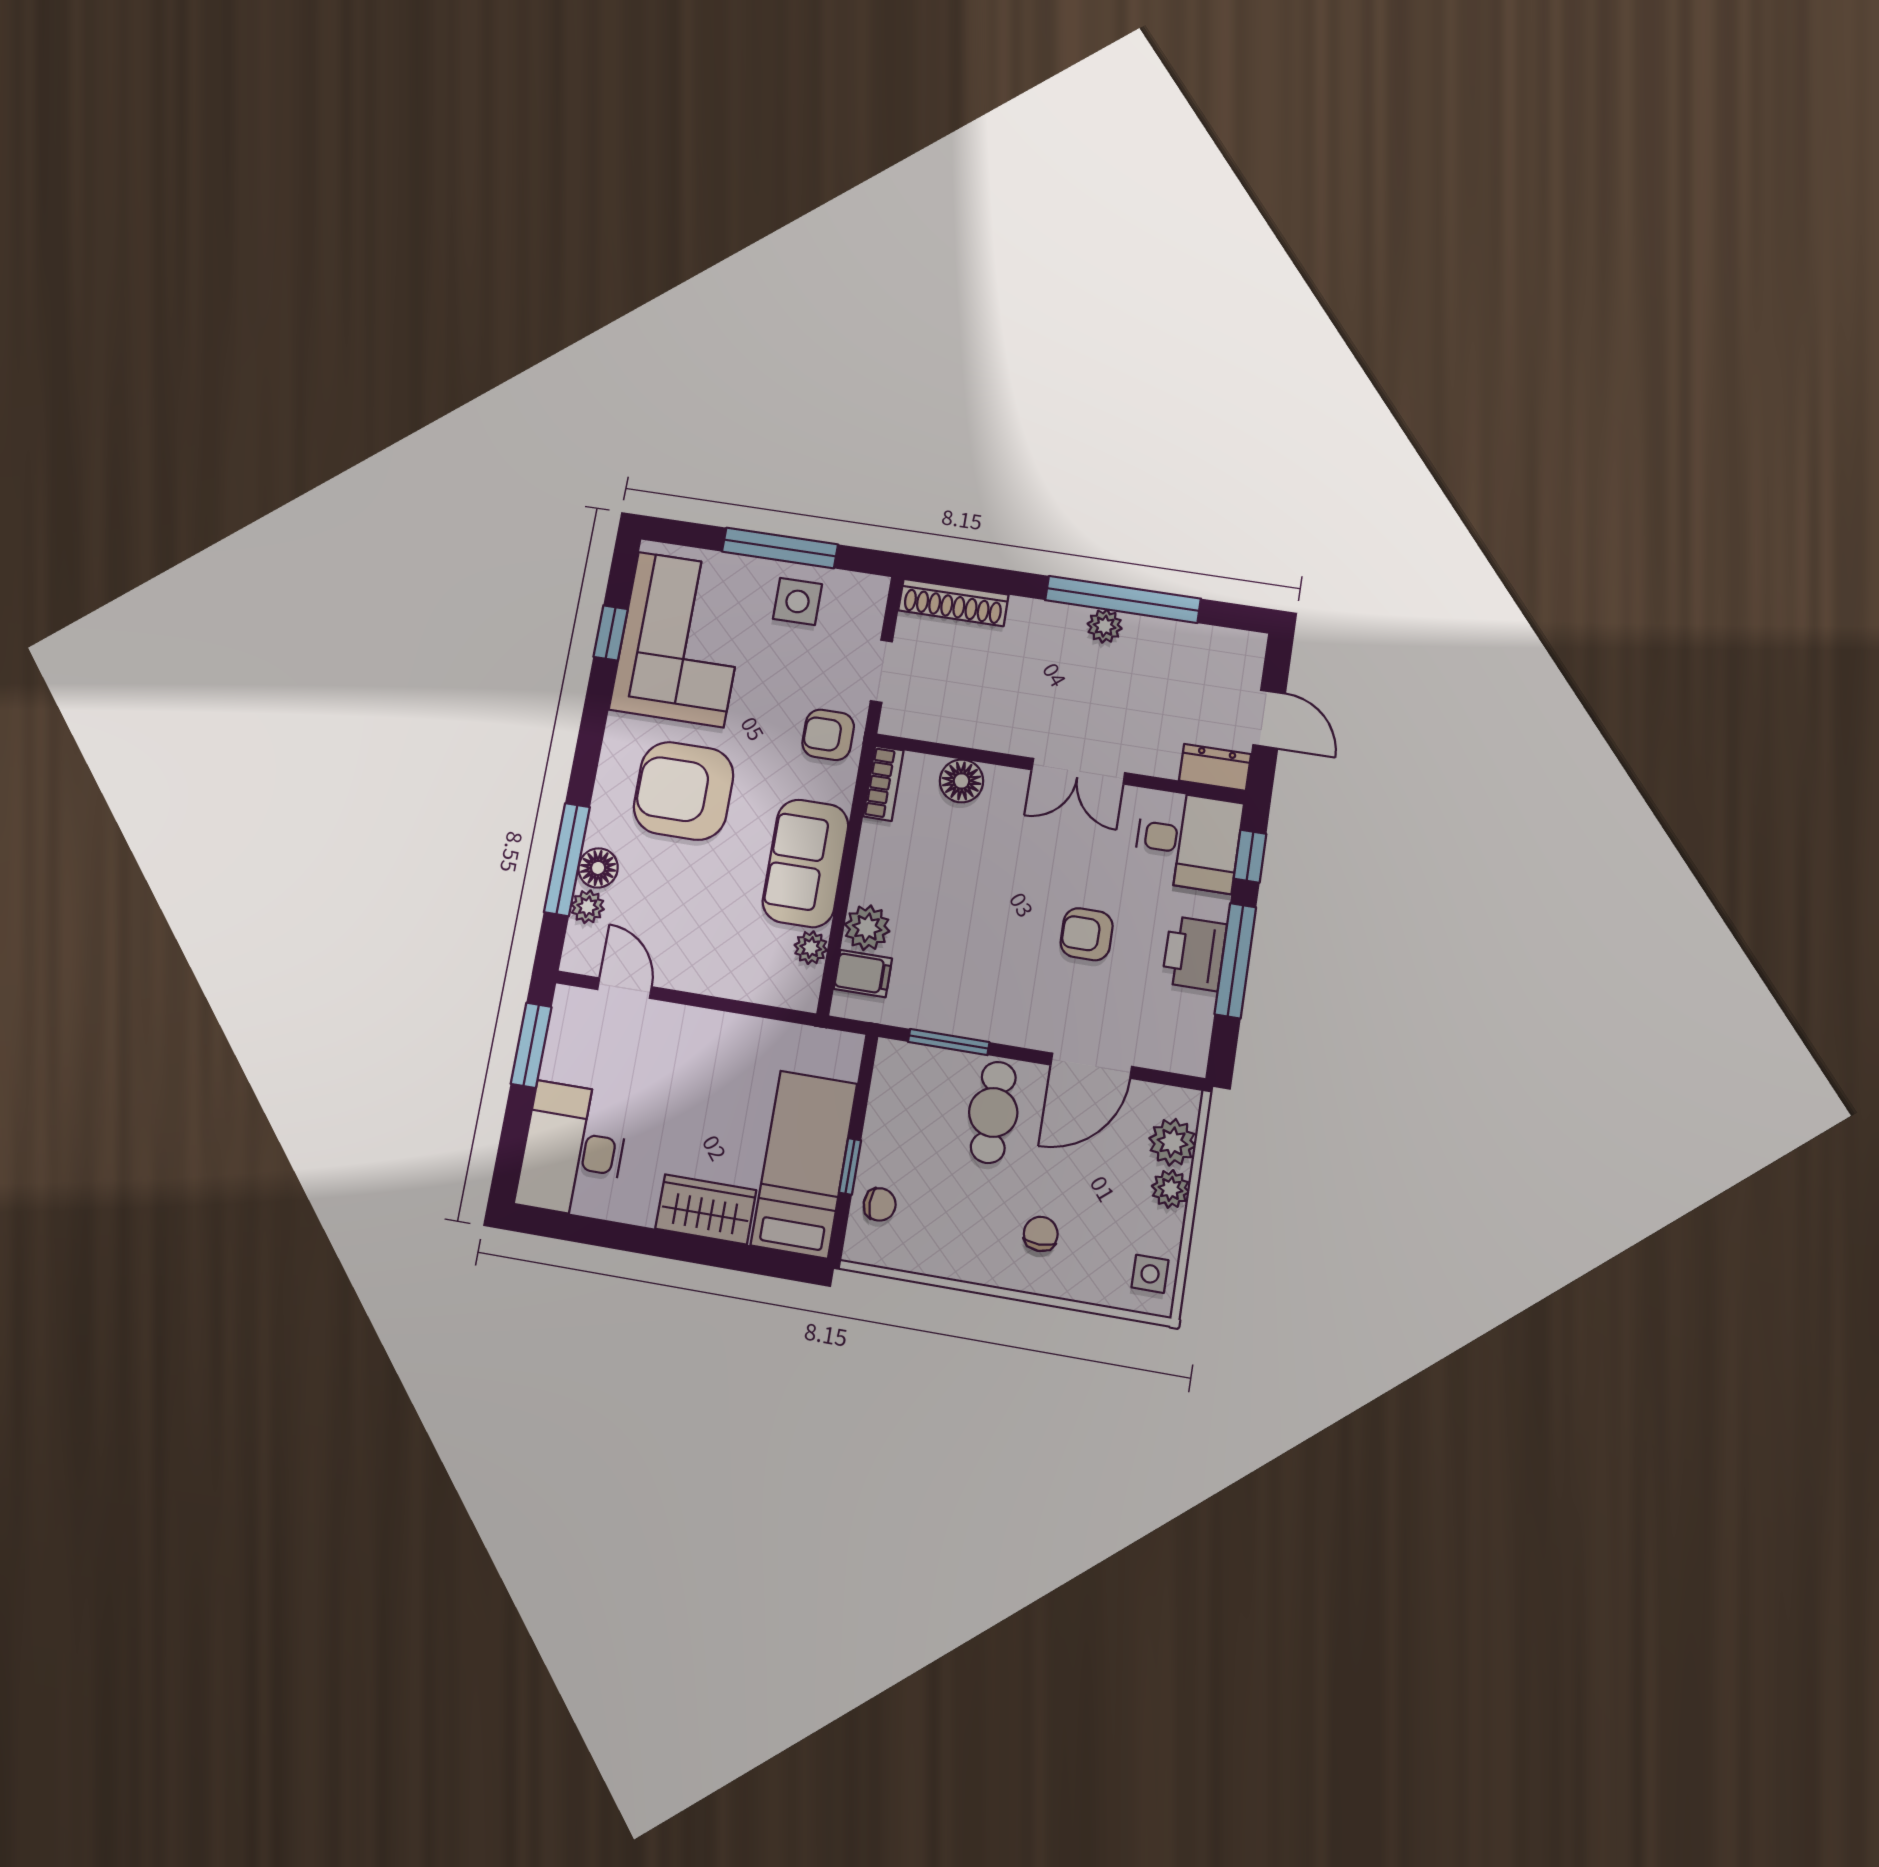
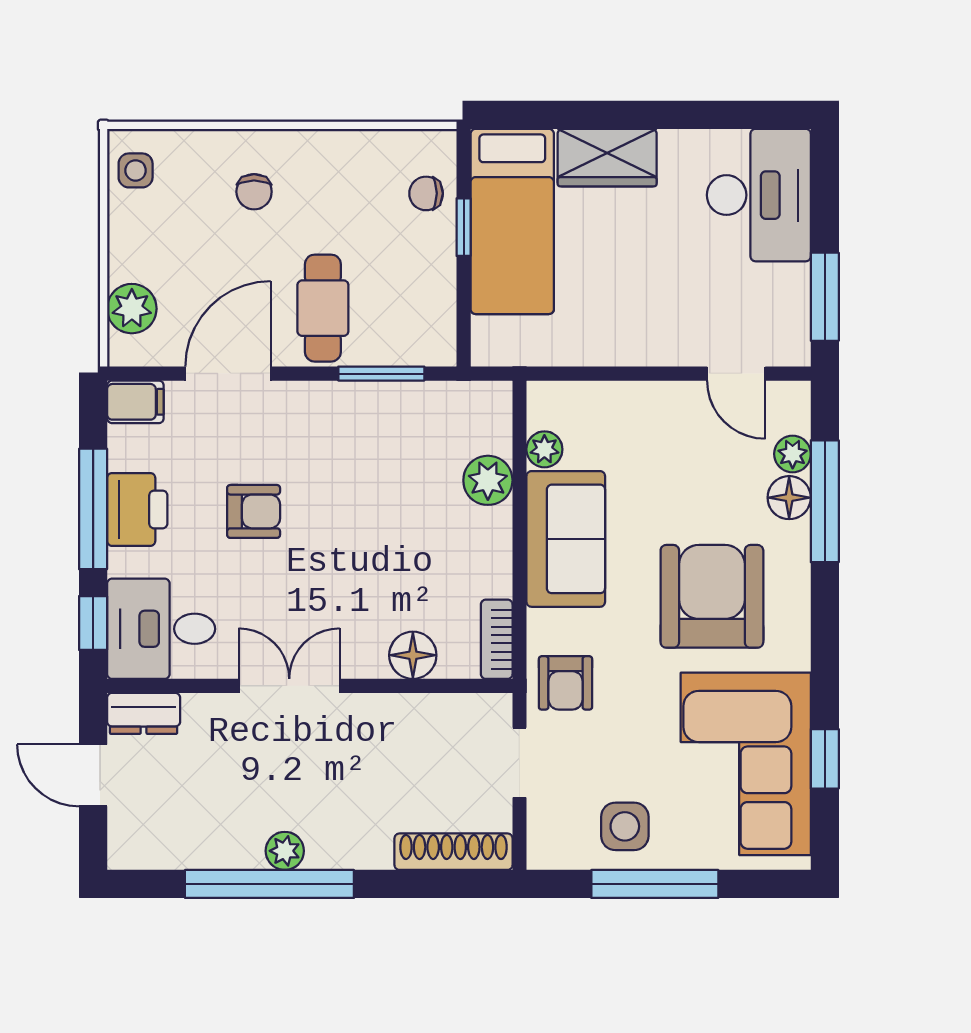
armchair: (828, 735) -> (565, 683), turned 90
armchair: (684, 791) -> (712, 596), turned -90
filing cabinet: (863, 974) -> (135, 402), moved, turned 180
plant: (1171, 1189) -> (127, 260), removed

